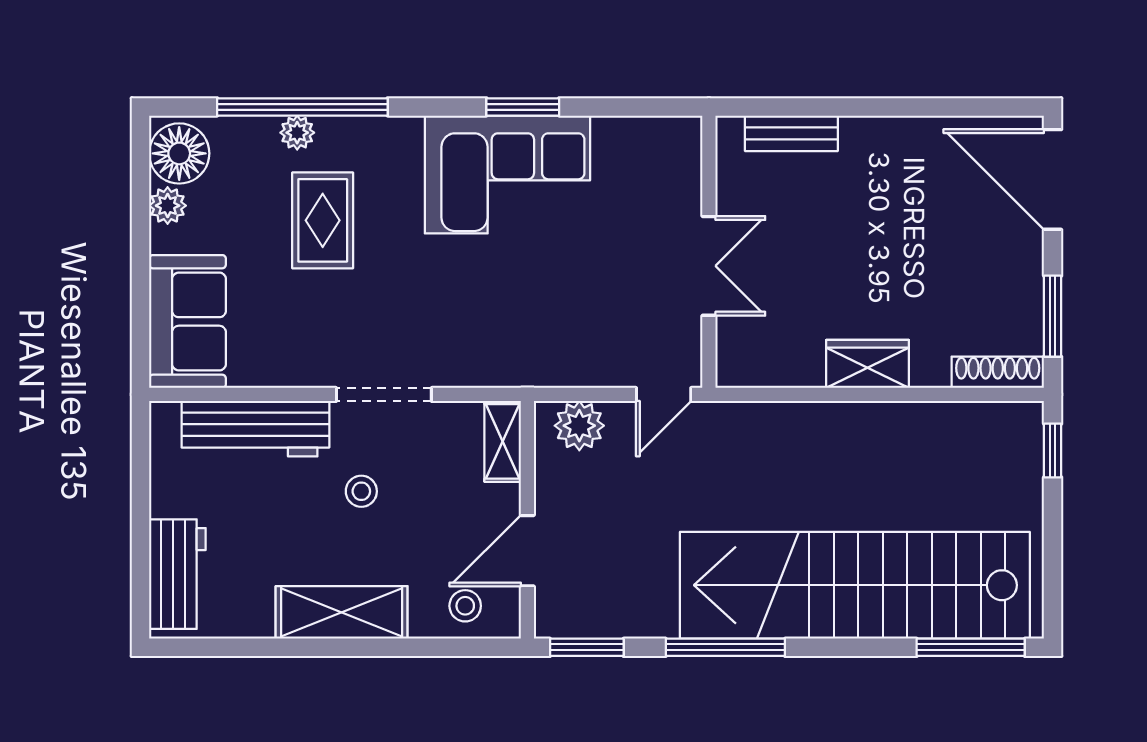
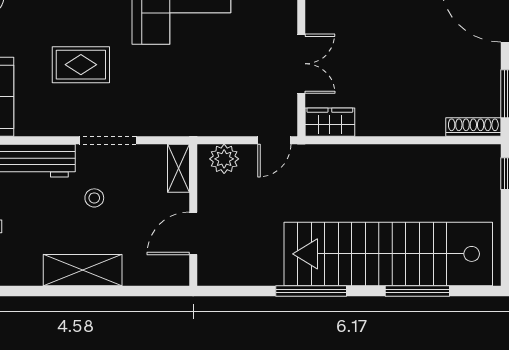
rug: (323, 220) -> (81, 65), moved, turned 90
wardrobe: (868, 364) -> (330, 122), moved
stool: (465, 606) -> (156, 266), removed
window: (587, 647) -> (229, 291), removed
window: (971, 647) -> (417, 291), moved

